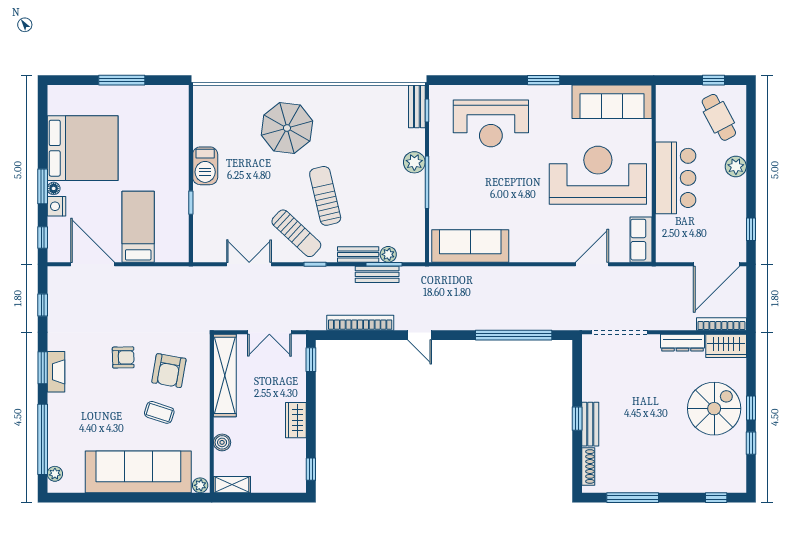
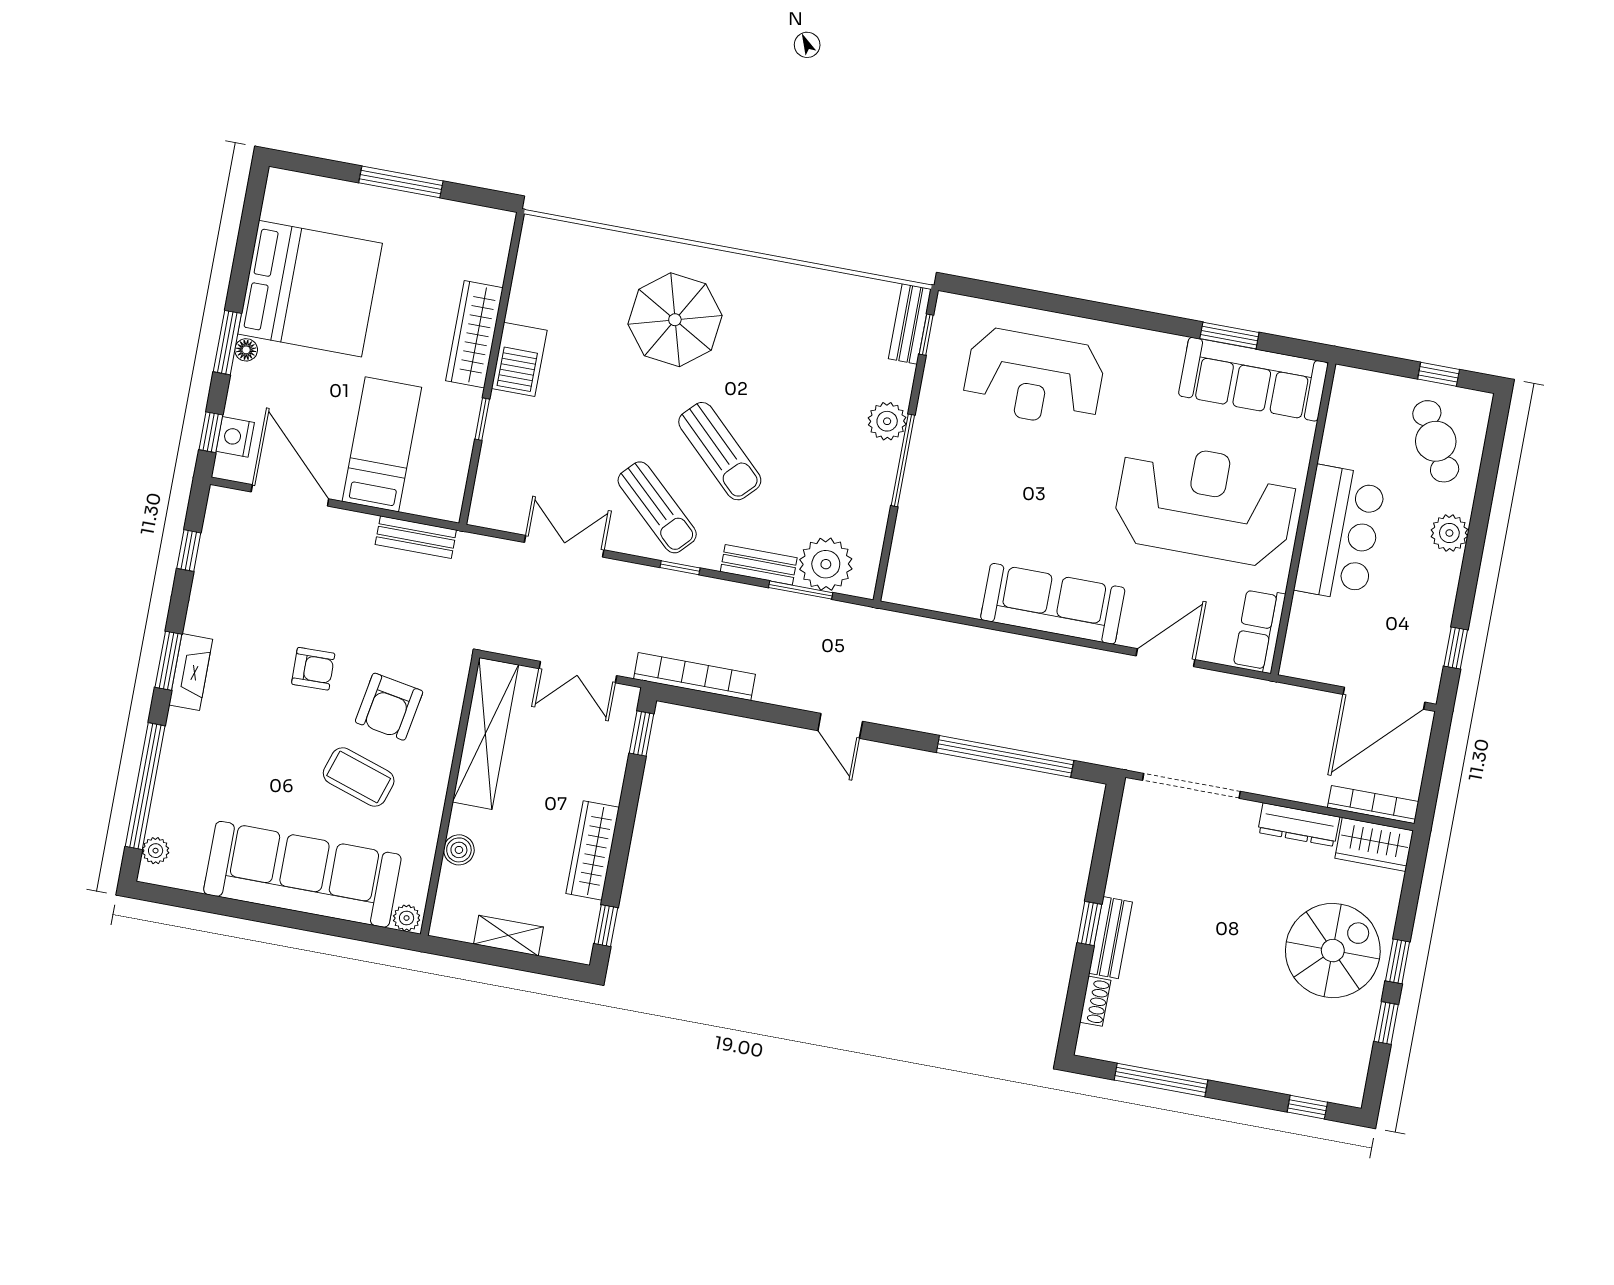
window: (544, 80) -> (1229, 335), moved
wardrobe: (178, 157) -> (474, 334), added
sun lounger: (325, 196) -> (720, 451), turned 147
nightstand: (56, 206) -> (235, 437), moved
sofa: (470, 246) -> (1053, 604), moved
plant: (388, 254) -> (826, 564), width x1.88, depth x1.88
bench: (377, 274) -> (416, 537), moved
bookcase: (360, 323) -> (695, 677), moved
coffee table: (159, 412) -> (359, 777), width x1.36, depth x1.30
wardrobe: (296, 420) -> (593, 850), width x1.50
shoe rack: (588, 466) -> (1095, 1001), width x0.70
shelving: (232, 485) -> (509, 936), moved

